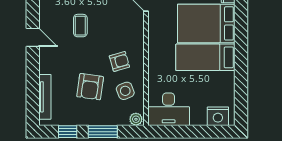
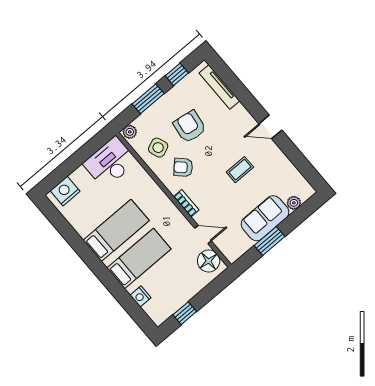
bed: (206, 23) -> (139, 259), width x0.67
coffee table: (80, 26) -> (240, 170), turned 90
bookcase: (139, 34) -> (186, 203), added
armchair: (119, 61) -> (183, 167), turned 60

